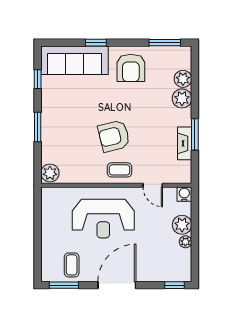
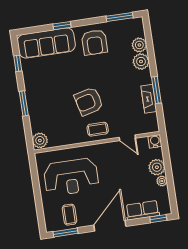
reception desk: (103, 219) -> (71, 177), moved
row of seats: (158, 273) -> (142, 210), added

